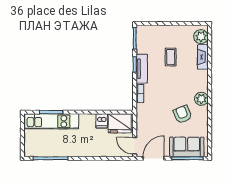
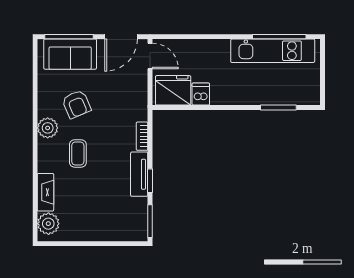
coffee table: (171, 57) -> (78, 153), moved
kitchen unit: (51, 121) -> (273, 51), moved, turned 180

